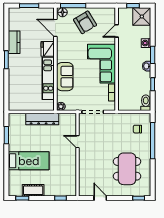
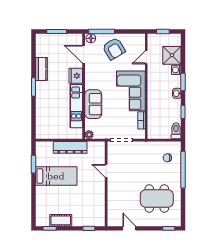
shower: (142, 16) -> (172, 55), moved
bed: (29, 161) -> (56, 176), moved
dining table: (127, 169) -> (157, 198), turned 90

